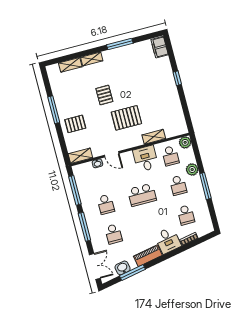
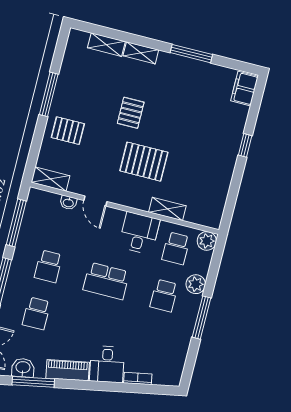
school desk: (186, 215) -> (152, 343), removed

